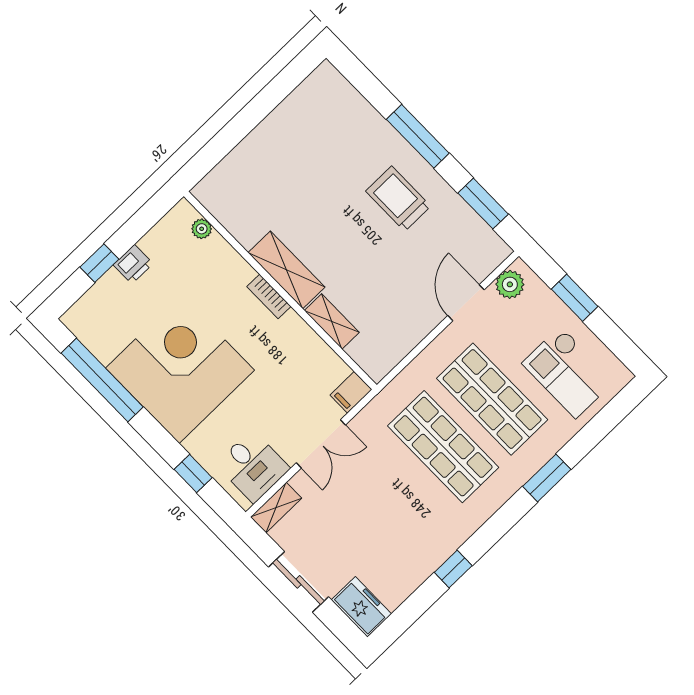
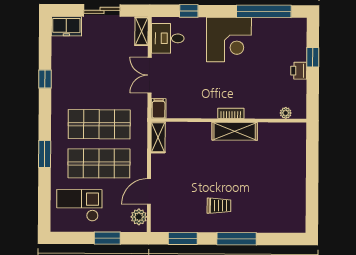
trolley: (398, 199) -> (219, 206), width x0.73, depth x0.72
door: (466, 303) -> (149, 192), swing flipped
shelving: (332, 321) -> (158, 137), moved, turned 90
corner desk: (180, 369) -> (229, 40), width x0.74, depth x0.74

